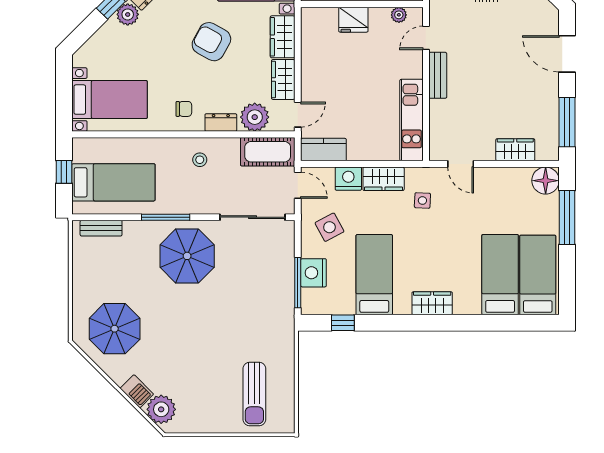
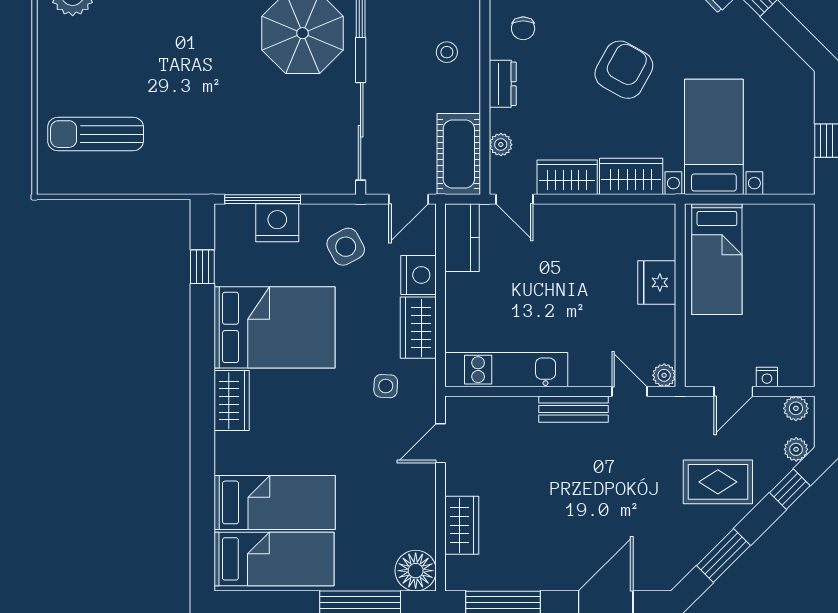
plant: (399, 15) -> (664, 375), moved
plant: (255, 117) -> (501, 145), width x0.53, depth x0.53
bed: (374, 275) -> (275, 327), width x1.50

